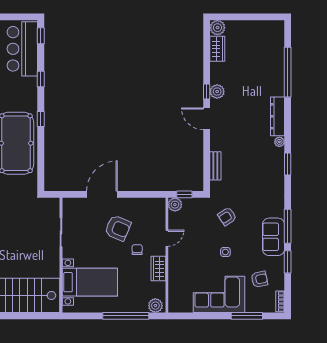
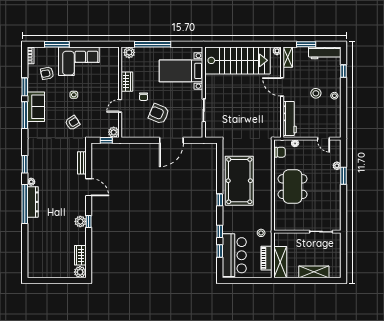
window: (41, 36) -> (220, 251), moved
window: (288, 72) -> (25, 204), moved
door: (207, 119) -> (89, 187), moved

